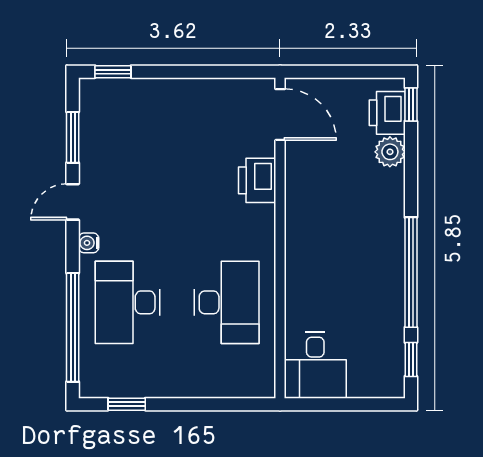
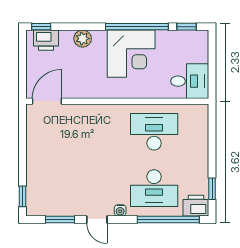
plant: (390, 152) -> (83, 39), moved
printer: (257, 180) -> (196, 206), moved, turned 180
corner desk: (363, 262) -> (131, 54), added

